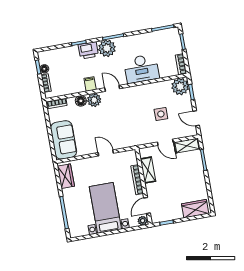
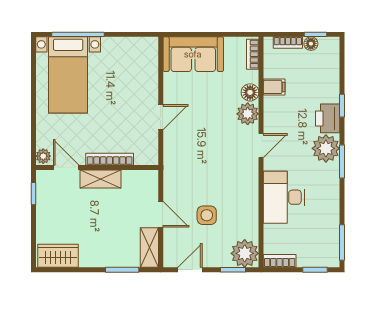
filing cabinet: (90, 84) -> (274, 87), moved
door: (165, 142) -> (161, 214), swing flipped
shelving: (148, 170) -> (101, 179), moved
wardrobe: (66, 176) -> (135, 47), removed
bed with nightstands: (105, 208) -> (68, 75), moved, turned 90
wardrobe: (195, 209) -> (58, 256), moved, turned -90

